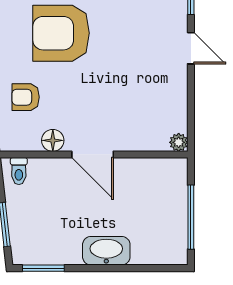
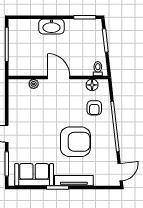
armchair: (26, 97) -> (94, 108), turned 90
floor lamp: (53, 140) -> (92, 85), moved
plant: (179, 142) -> (34, 84), moved

